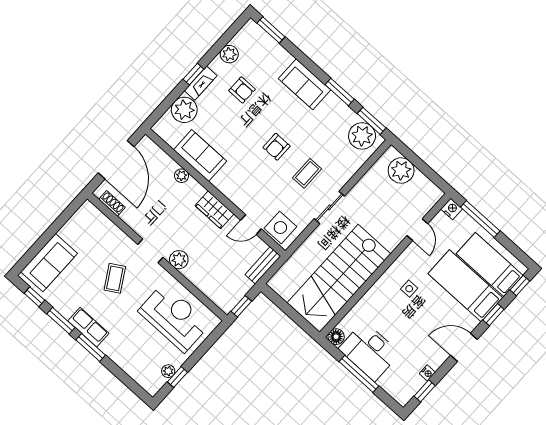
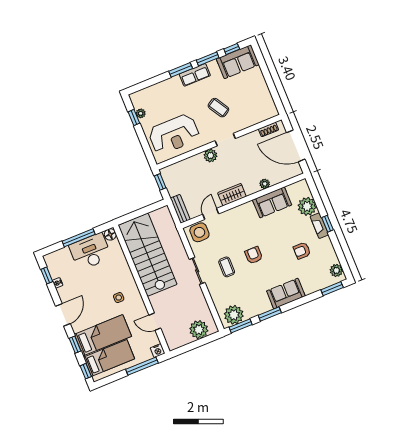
plant: (229, 54) -> (336, 270), moved
sofa: (49, 263) -> (238, 62), moved, turned -90

